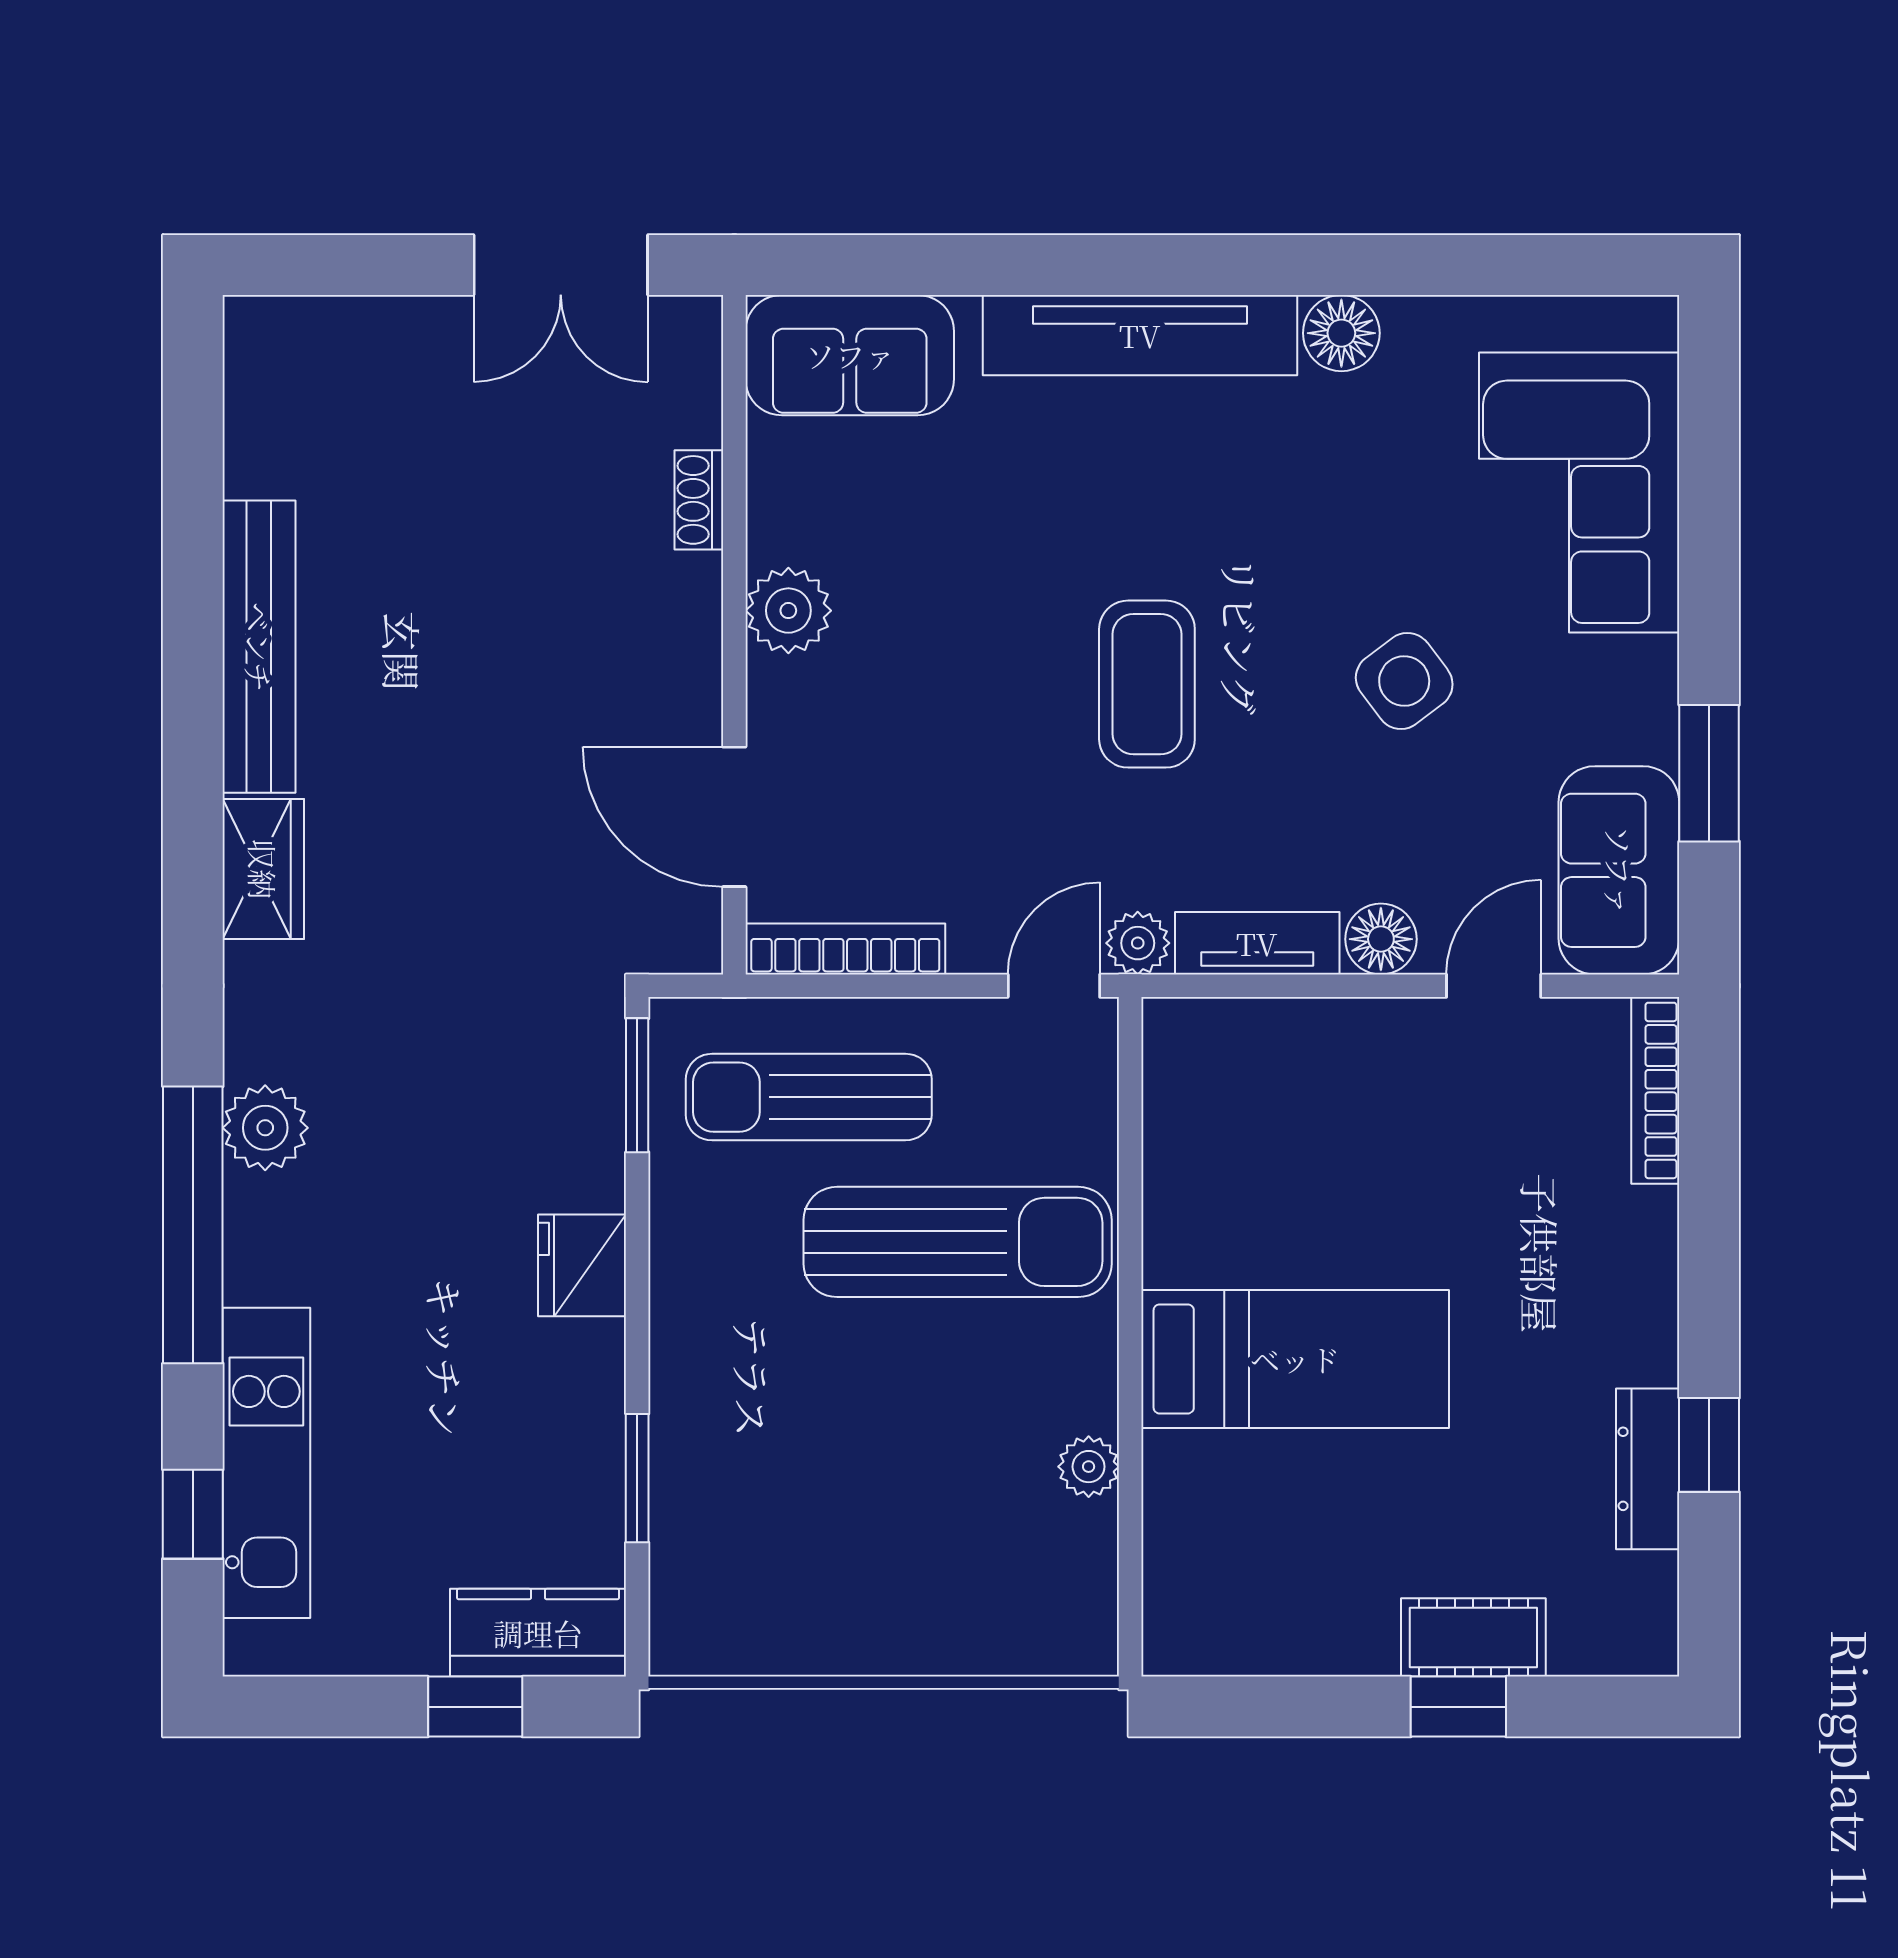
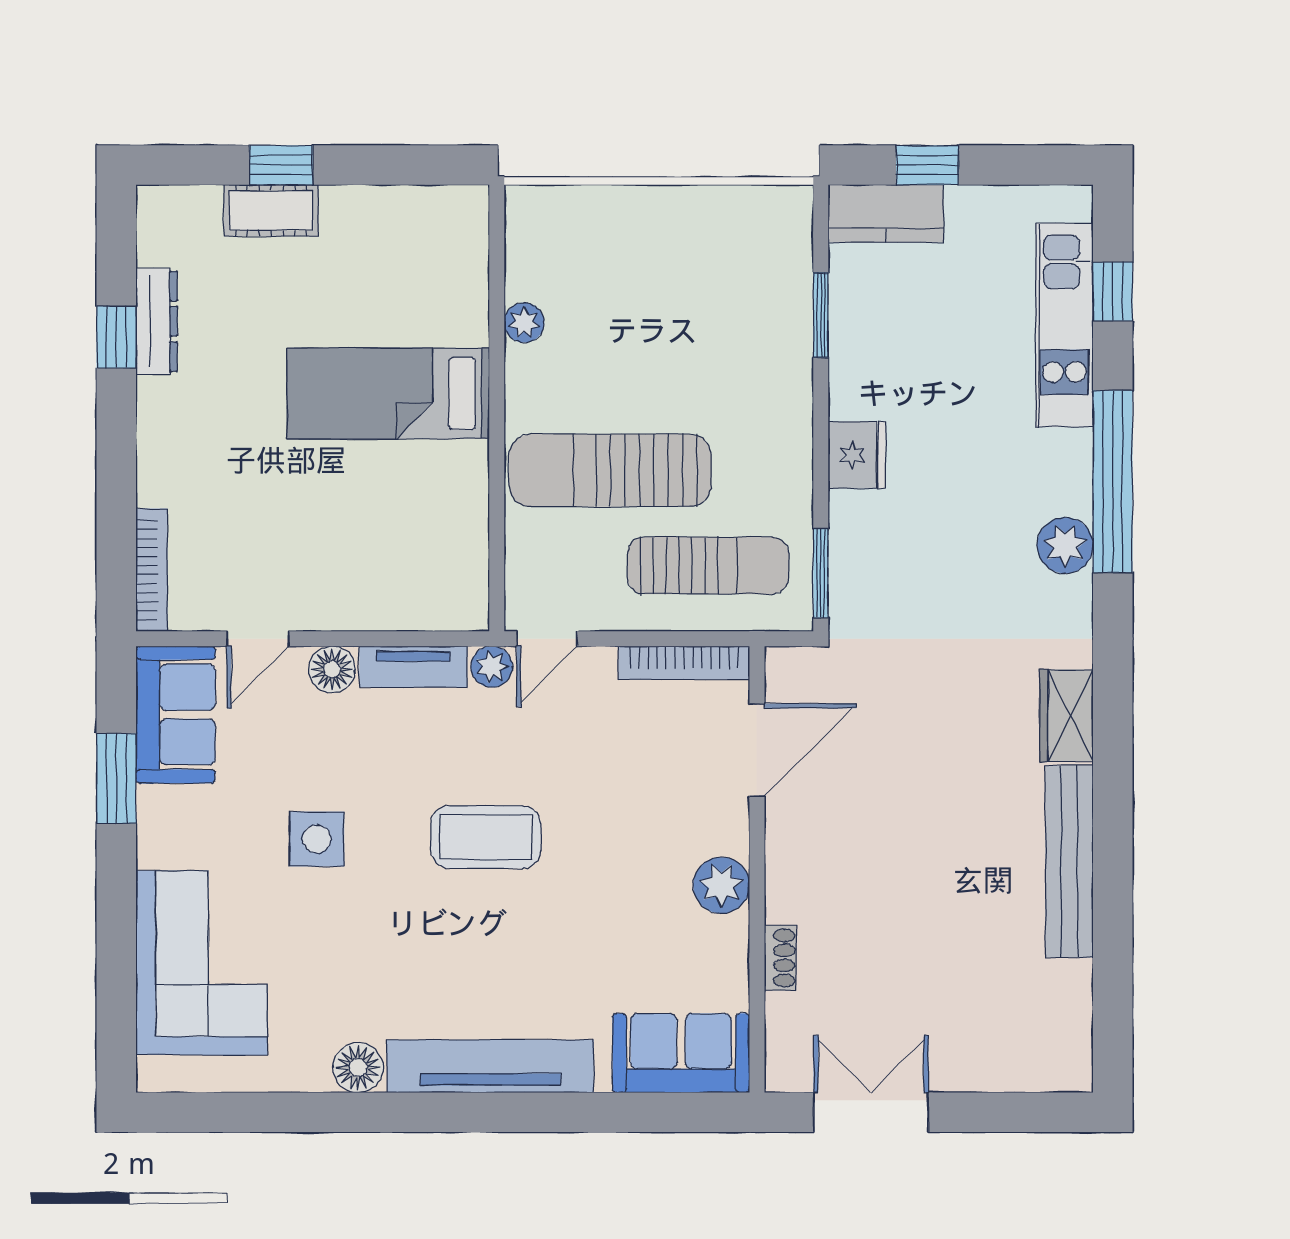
side table: (1404, 681) -> (317, 839), turned 37
coffee table: (1147, 684) -> (486, 837), turned 90
door: (734, 817) -> (757, 750), hinge flipped

